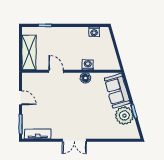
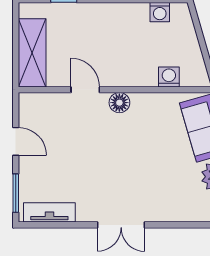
washing machine: (88, 65) -> (169, 77), moved
floor lamp: (85, 78) -> (119, 103), moved

